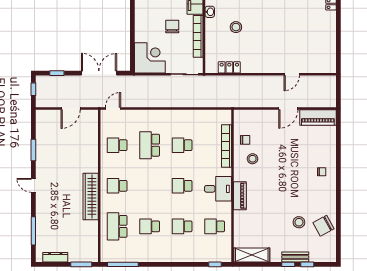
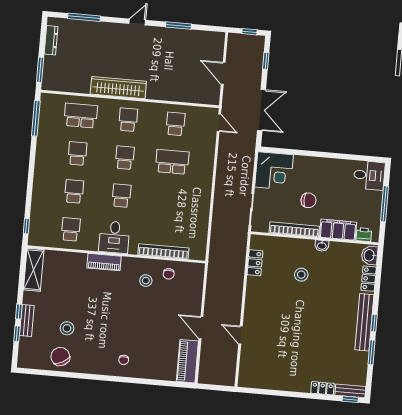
school desk: (182, 145) -> (125, 158), moved

